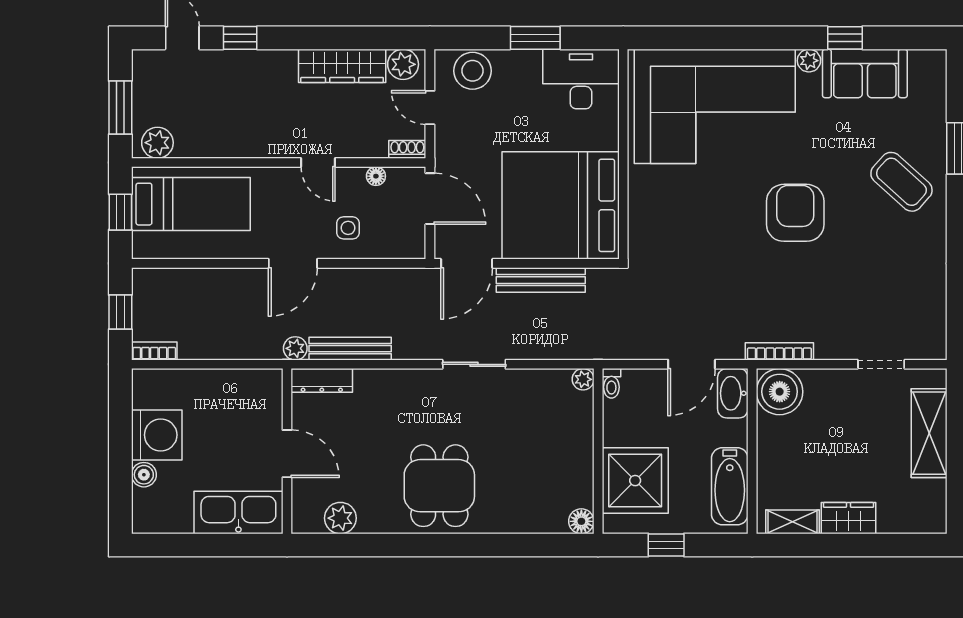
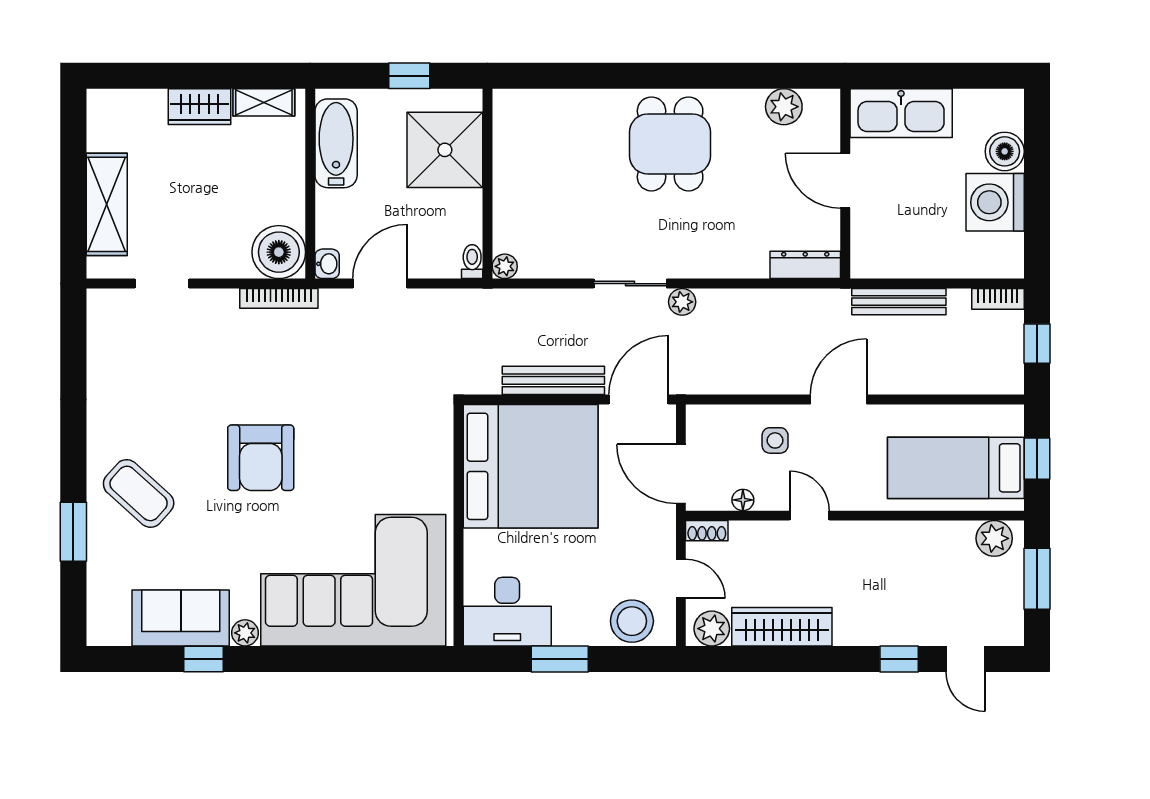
plant: (295, 348) -> (682, 302), moved
bench: (350, 349) -> (899, 302), moved
washbasin: (733, 393) -> (327, 264), width x0.52, depth x0.69
boiler: (144, 475) -> (1005, 151), width x1.36, depth x1.36
floor lamp: (581, 521) -> (507, 103), removed

